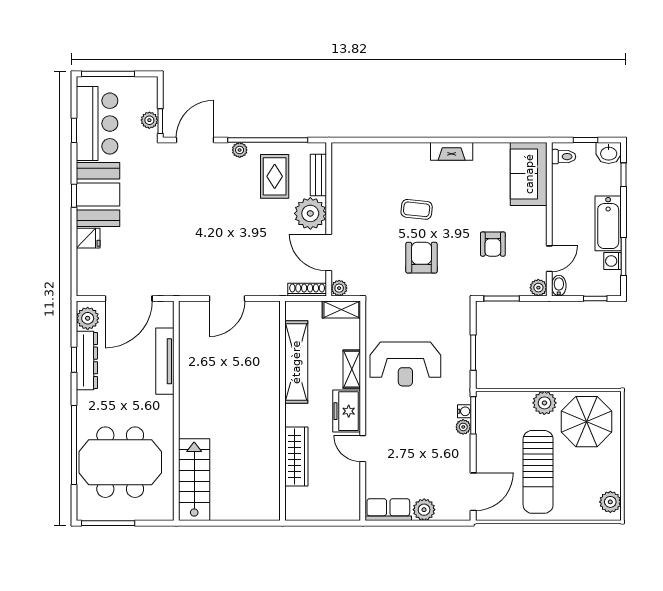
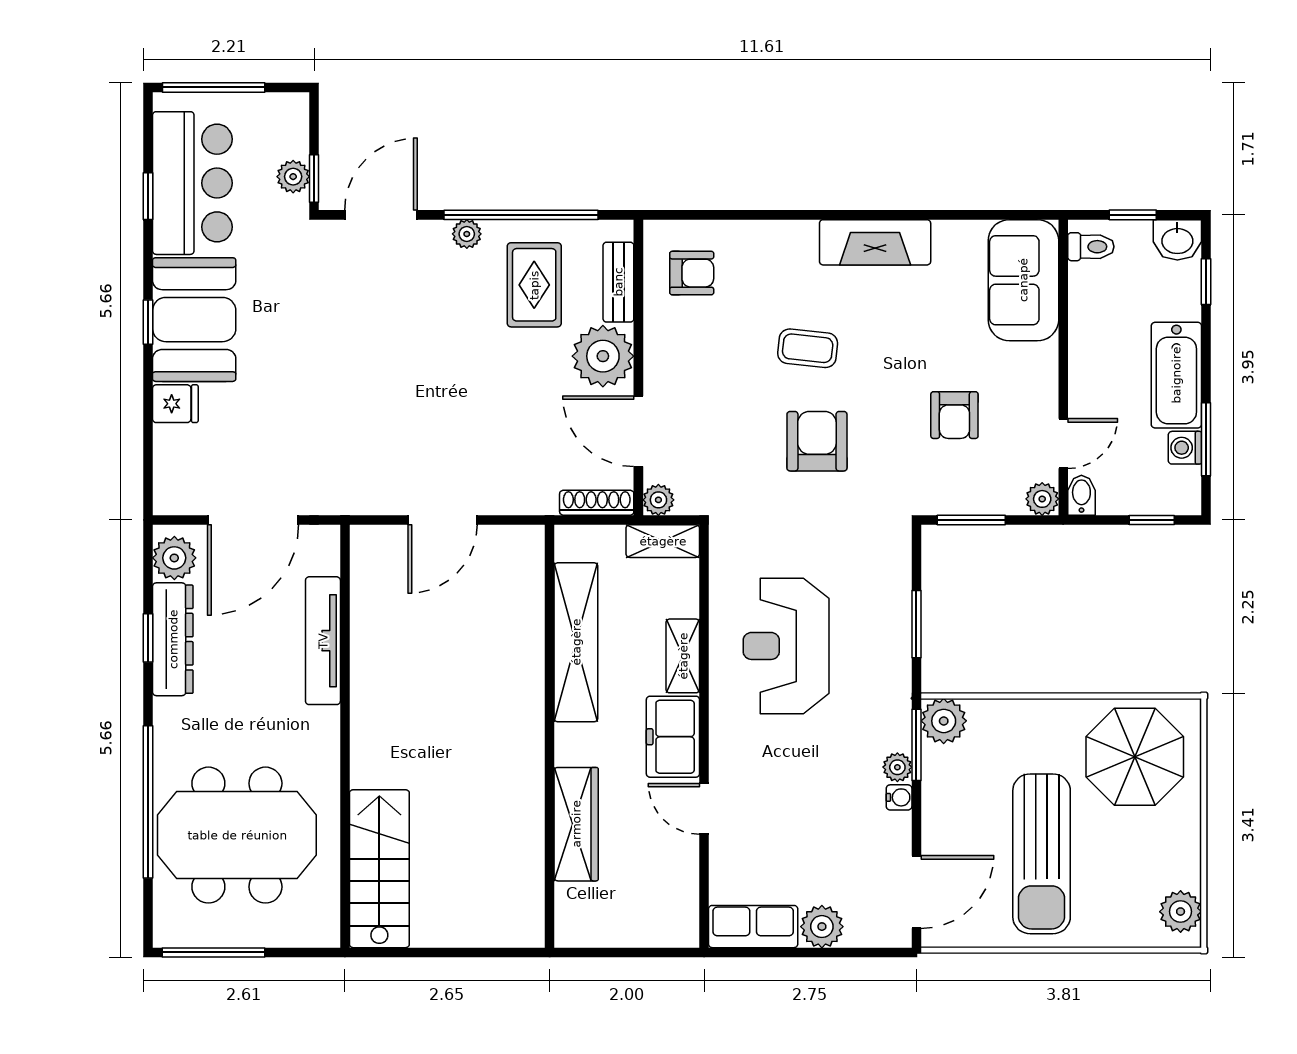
fireplace: (452, 151) -> (875, 242), width x1.37, depth x1.32
armchair: (356, 170) -> (692, 273), added
reception desk: (405, 364) -> (786, 646), turned 90
plant: (544, 403) -> (944, 721), moved
water cooler: (464, 411) -> (899, 797), moved

